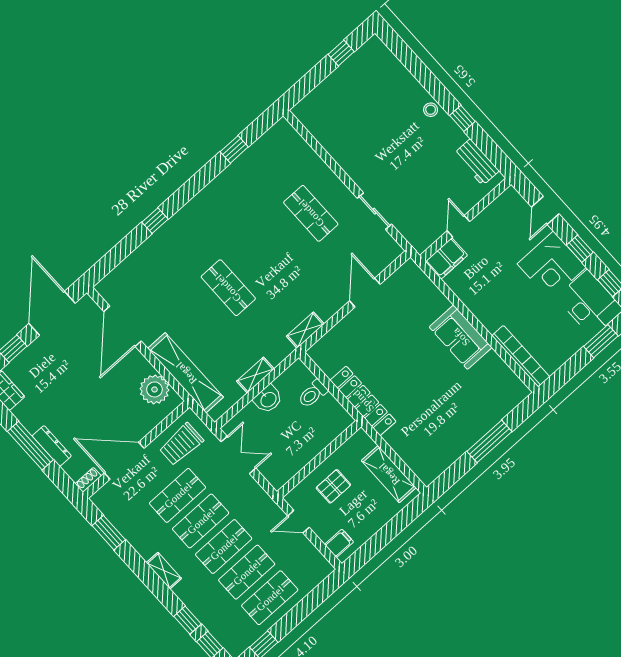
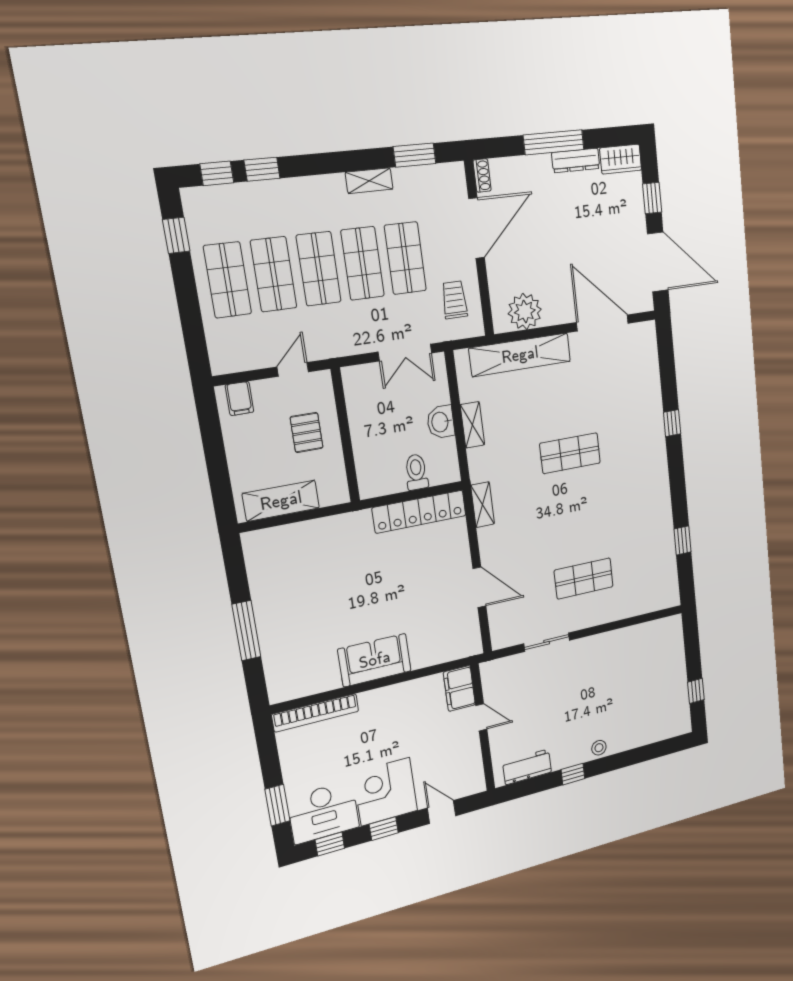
locker: (363, 401) -> (419, 512), moved
trolley: (181, 444) -> (454, 300), width x0.73, depth x0.72
dresser: (52, 446) -> (576, 160), moved
shelving: (164, 571) -> (369, 181), moved

